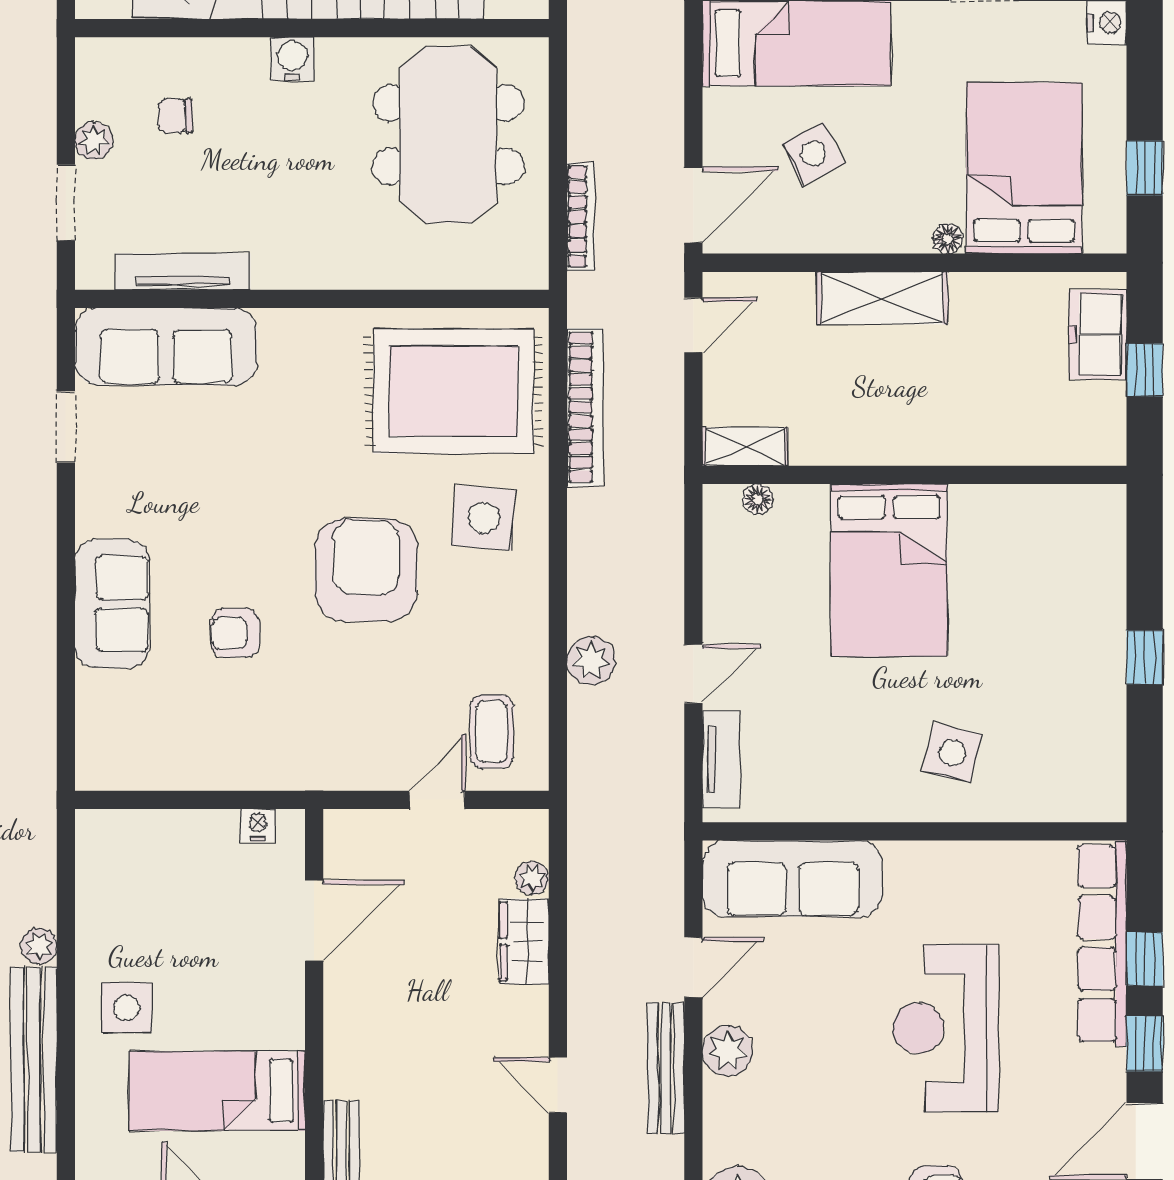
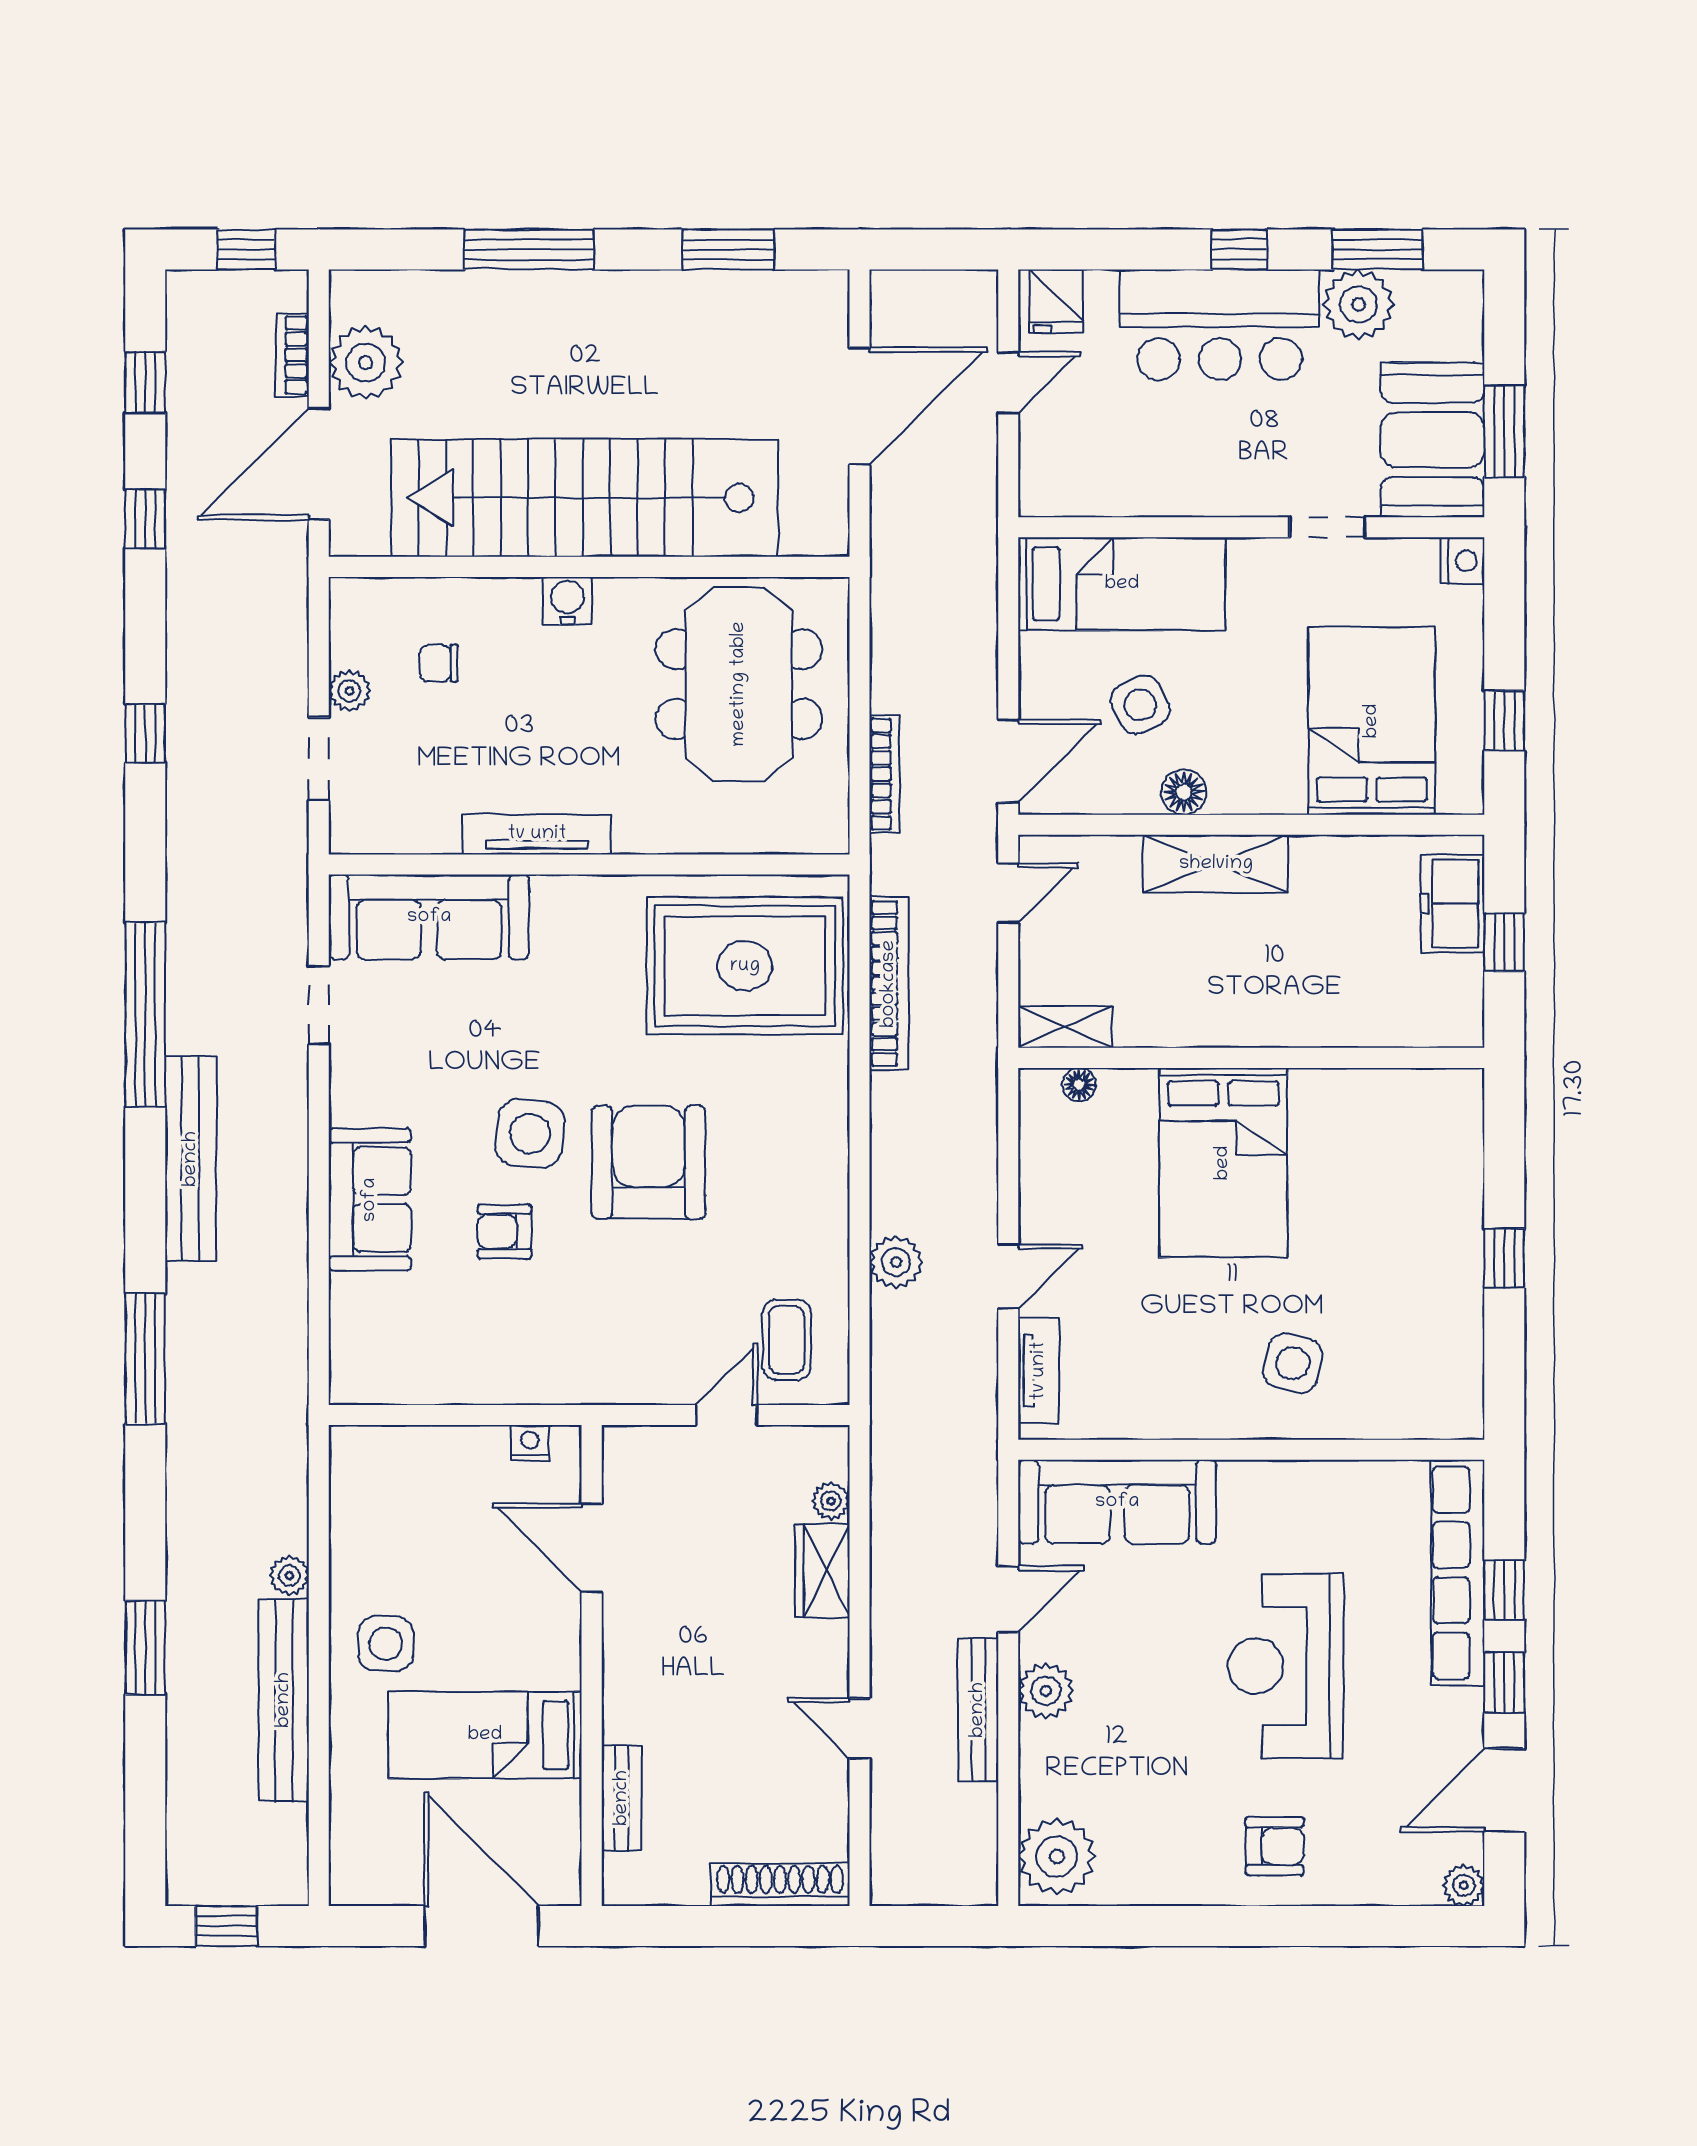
floor lamp: (948, 239) -> (1184, 792), moved, width x1.37, depth x1.37
tv unit: (183, 272) -> (537, 834), moved
side table: (484, 518) -> (530, 1134), moved
door: (314, 921) -> (592, 1548), swing flipped

